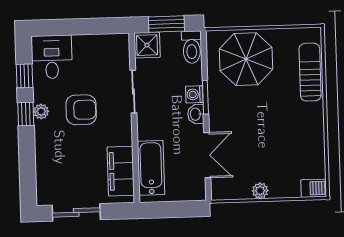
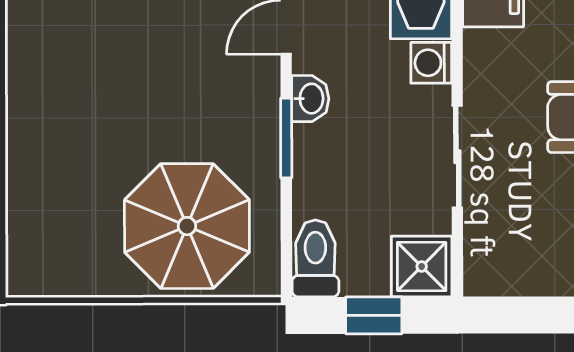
window: (166, 24) -> (374, 315), width x0.67
sun lounger: (310, 72) -> (35, 191), removed
washing machine: (194, 94) -> (431, 63), moved, turned 180

